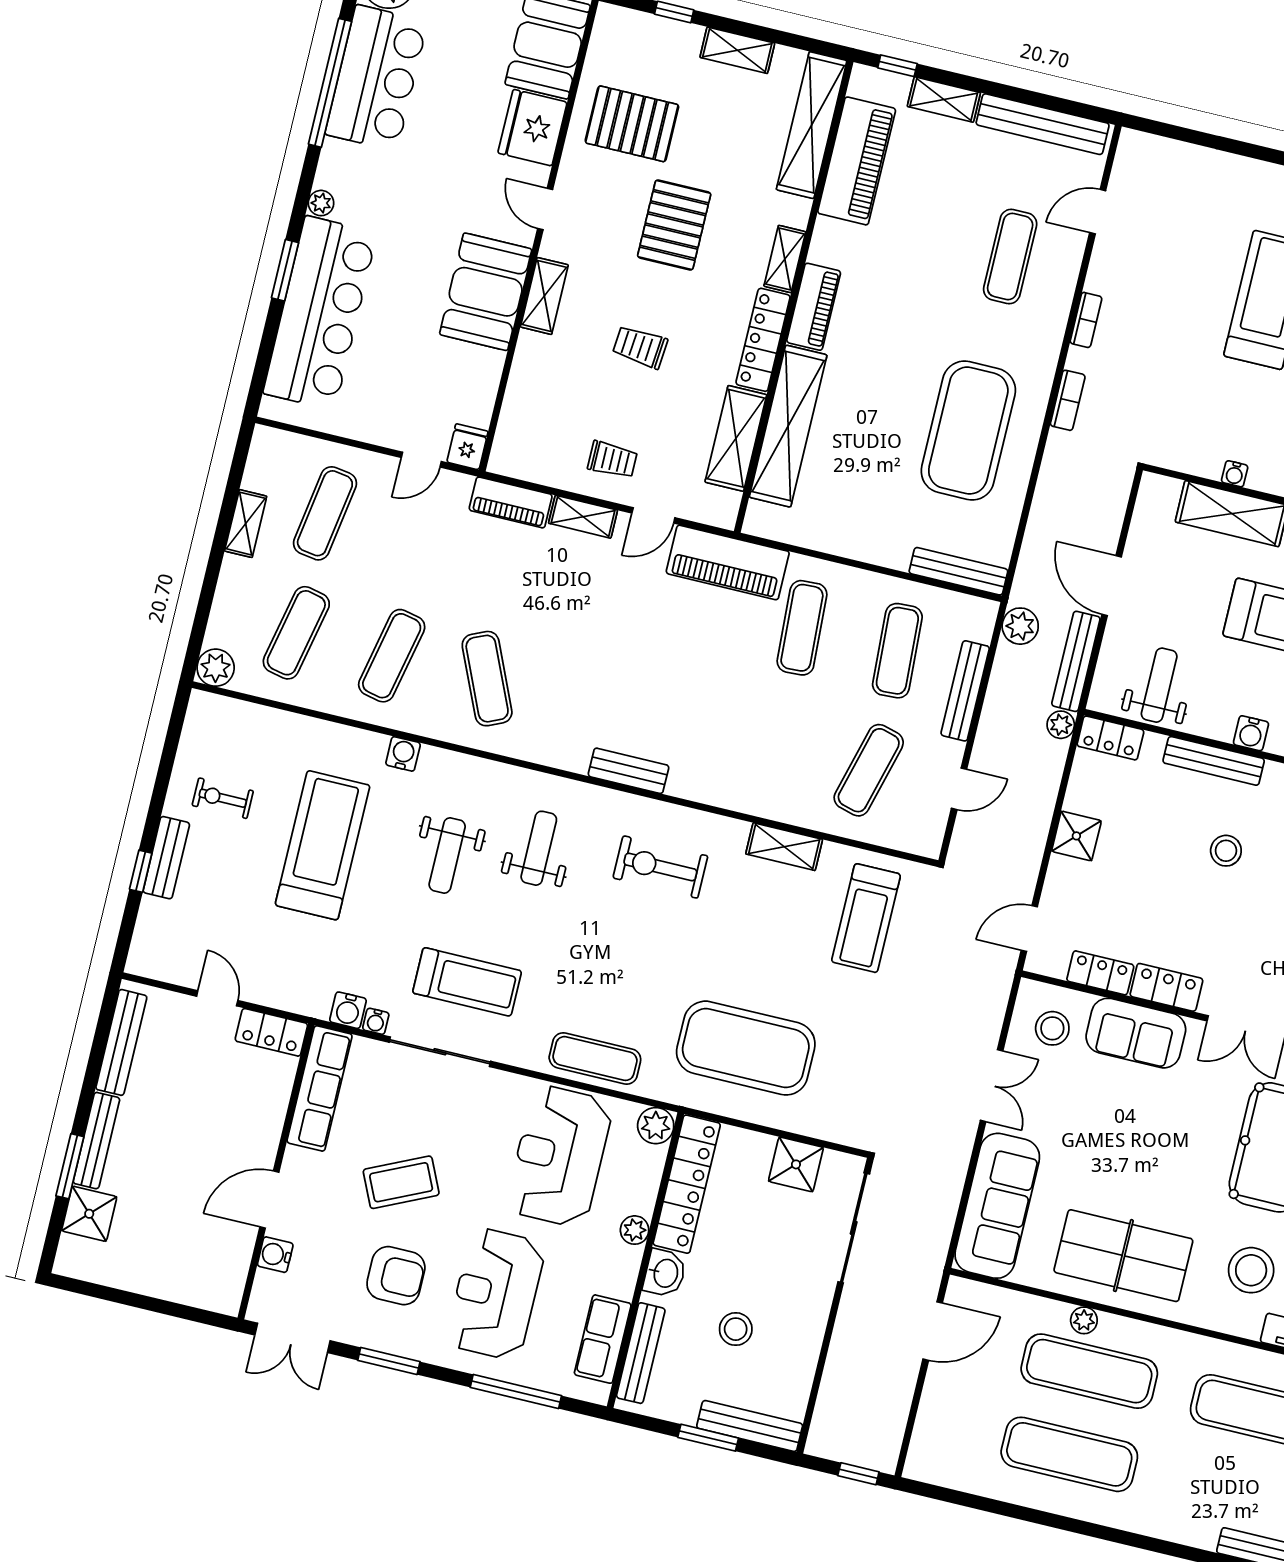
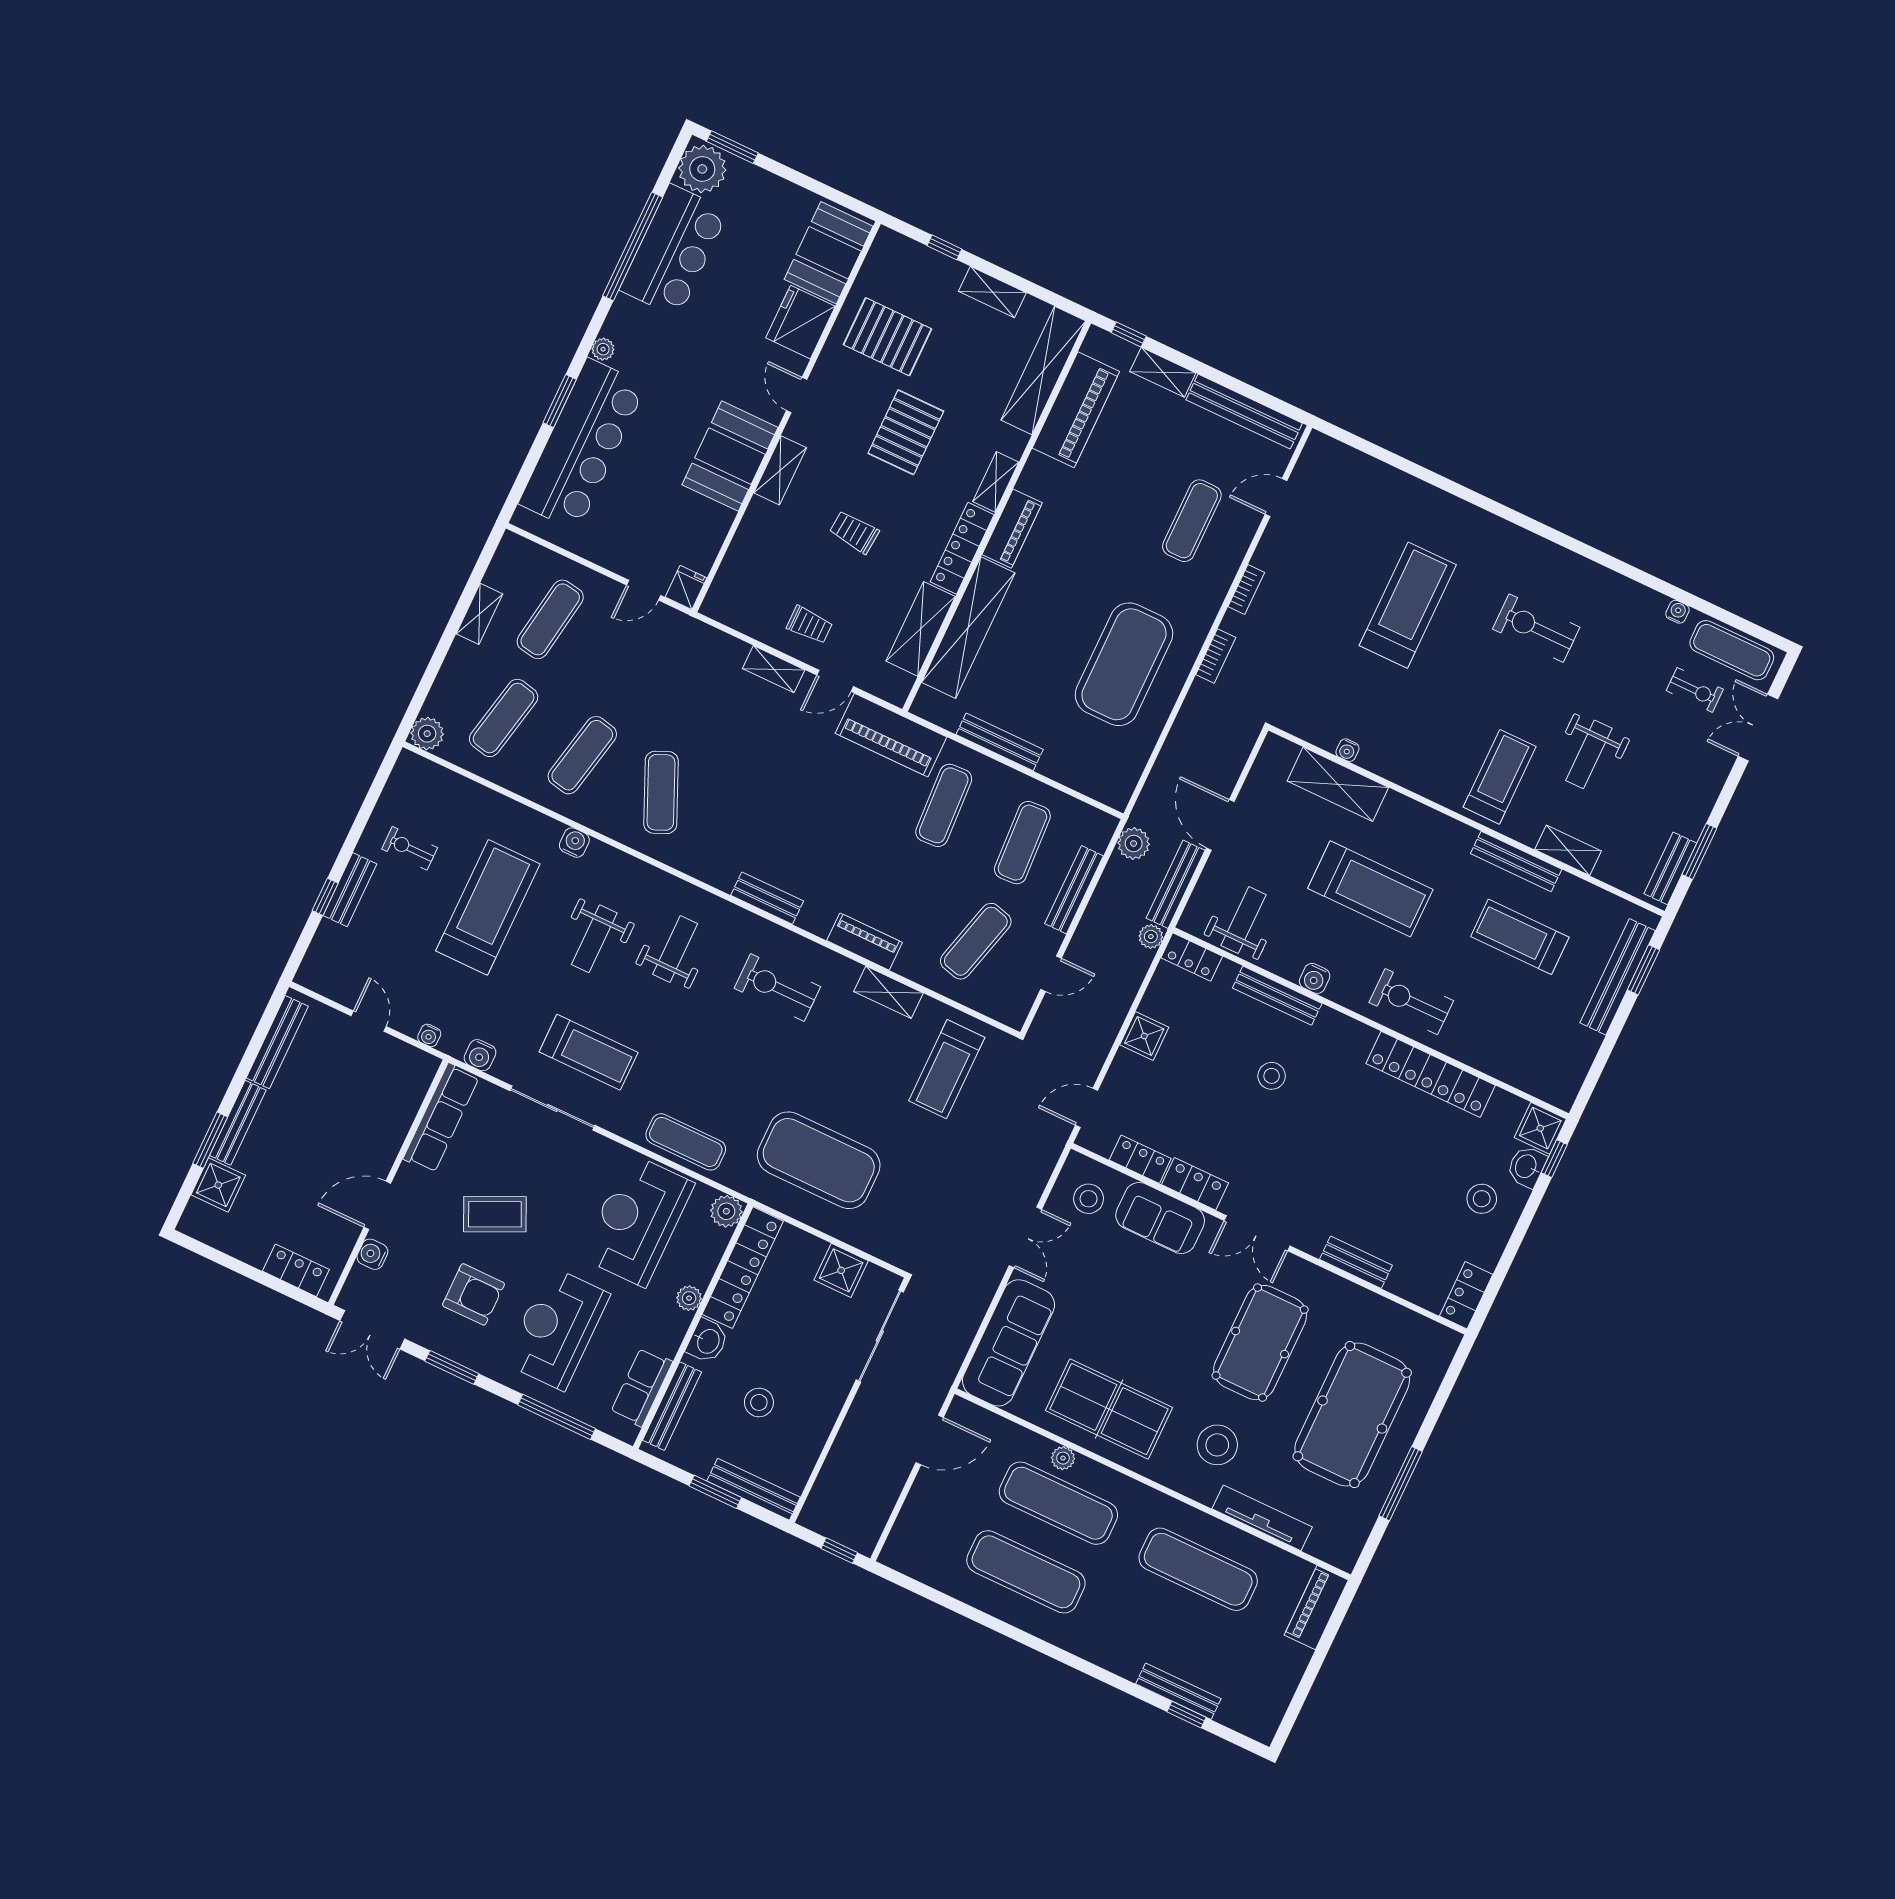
piano: (511, 502) -> (865, 942), moved, turned 180
bench: (958, 571) -> (1000, 742), moved
water cooler: (376, 1021) -> (429, 1035), moved
locker: (271, 1032) -> (296, 1270), moved, turned 180

